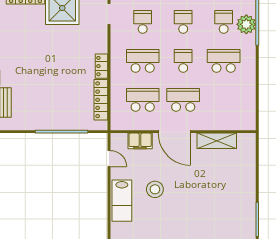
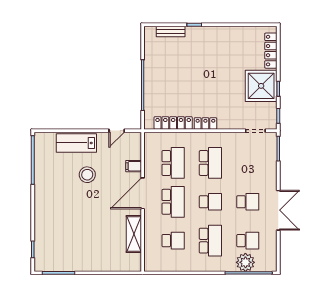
school desk: (143, 22) -> (173, 241), moved
filing cabinet: (140, 141) -> (134, 166), width x0.50

